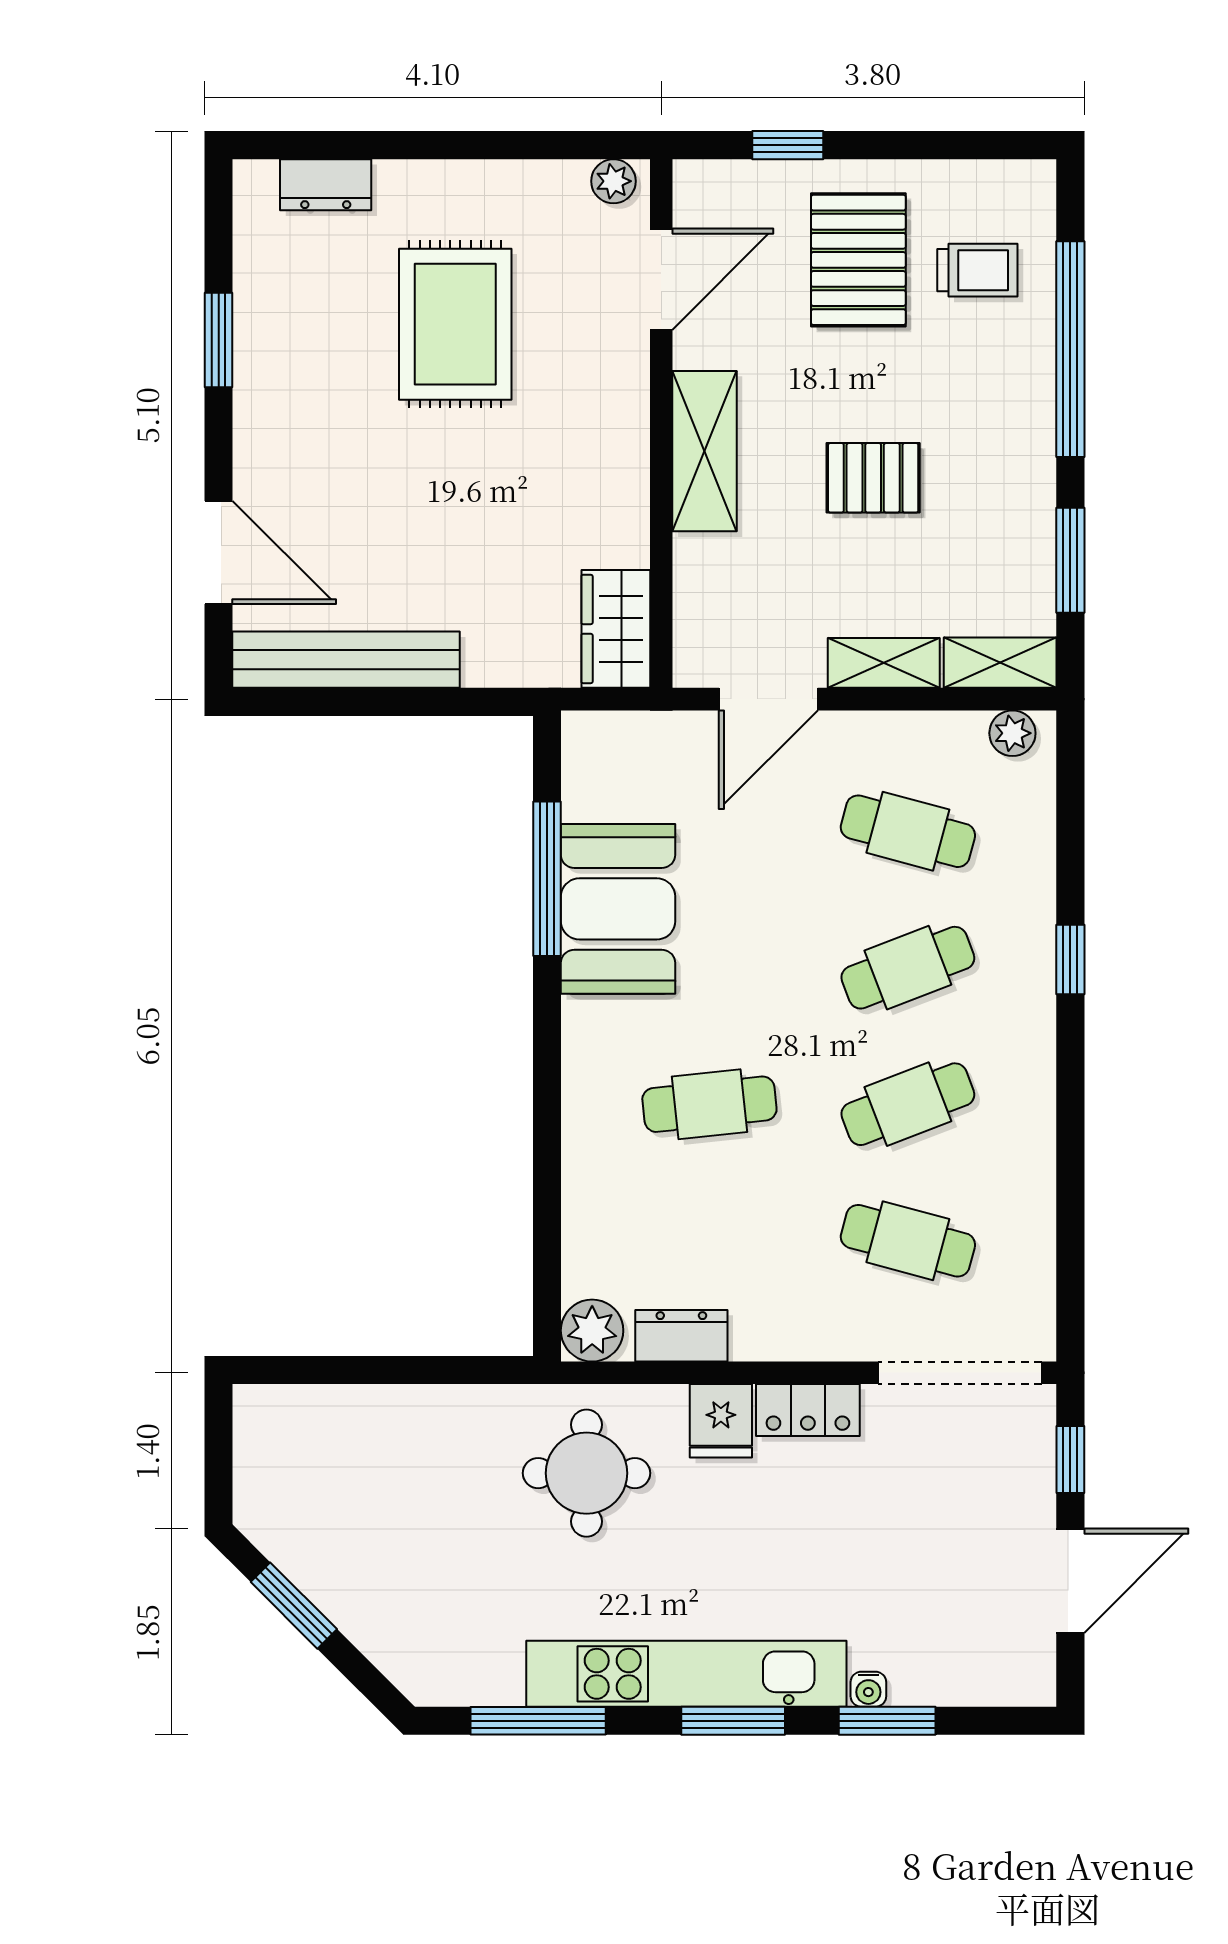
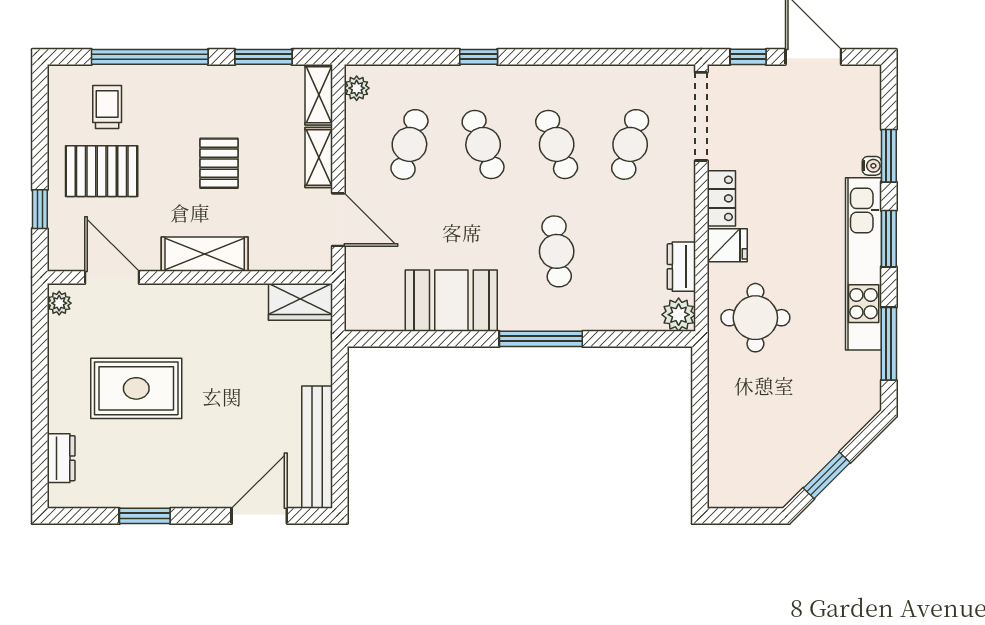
window: (547, 879) -> (541, 339), moved

